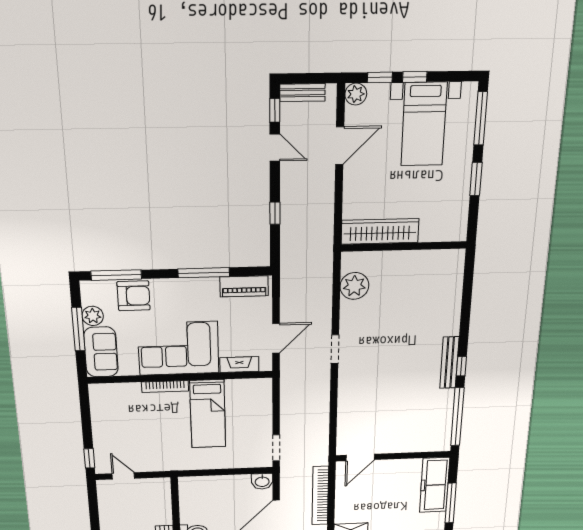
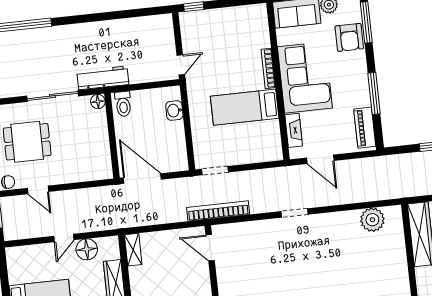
doorway: (335, 349) -> (294, 213), moved
door: (123, 476) -> (181, 65), moved
washbasin: (262, 481) -> (174, 111), moved
bookcase: (320, 496) -> (218, 211), moved

